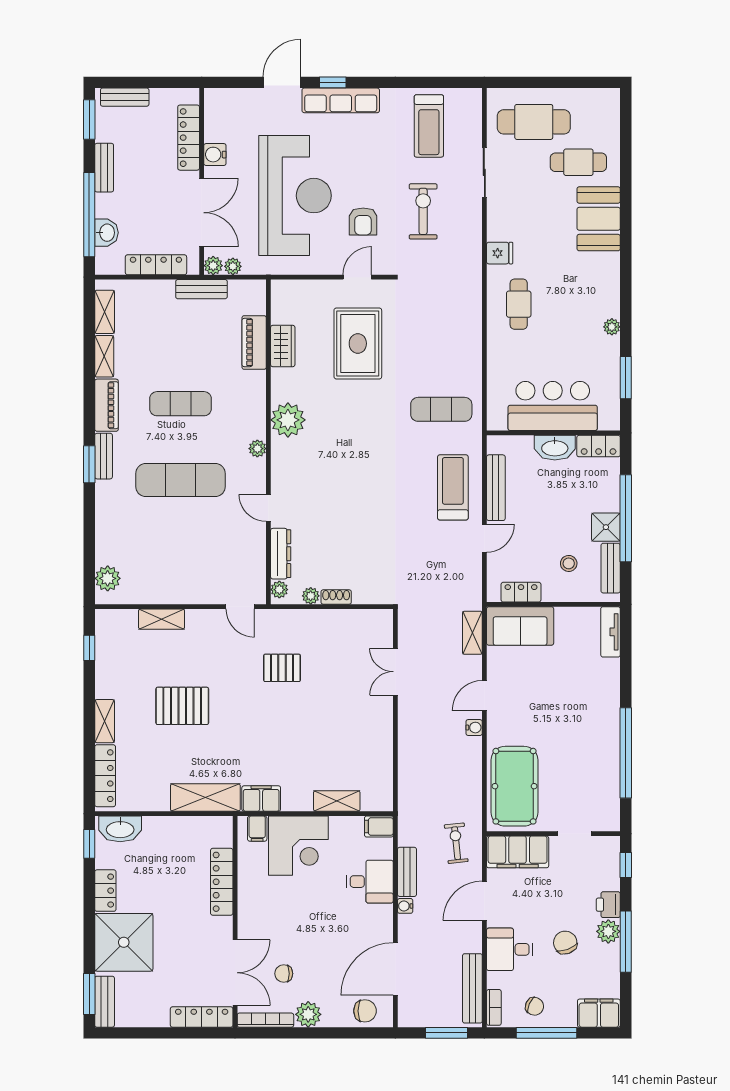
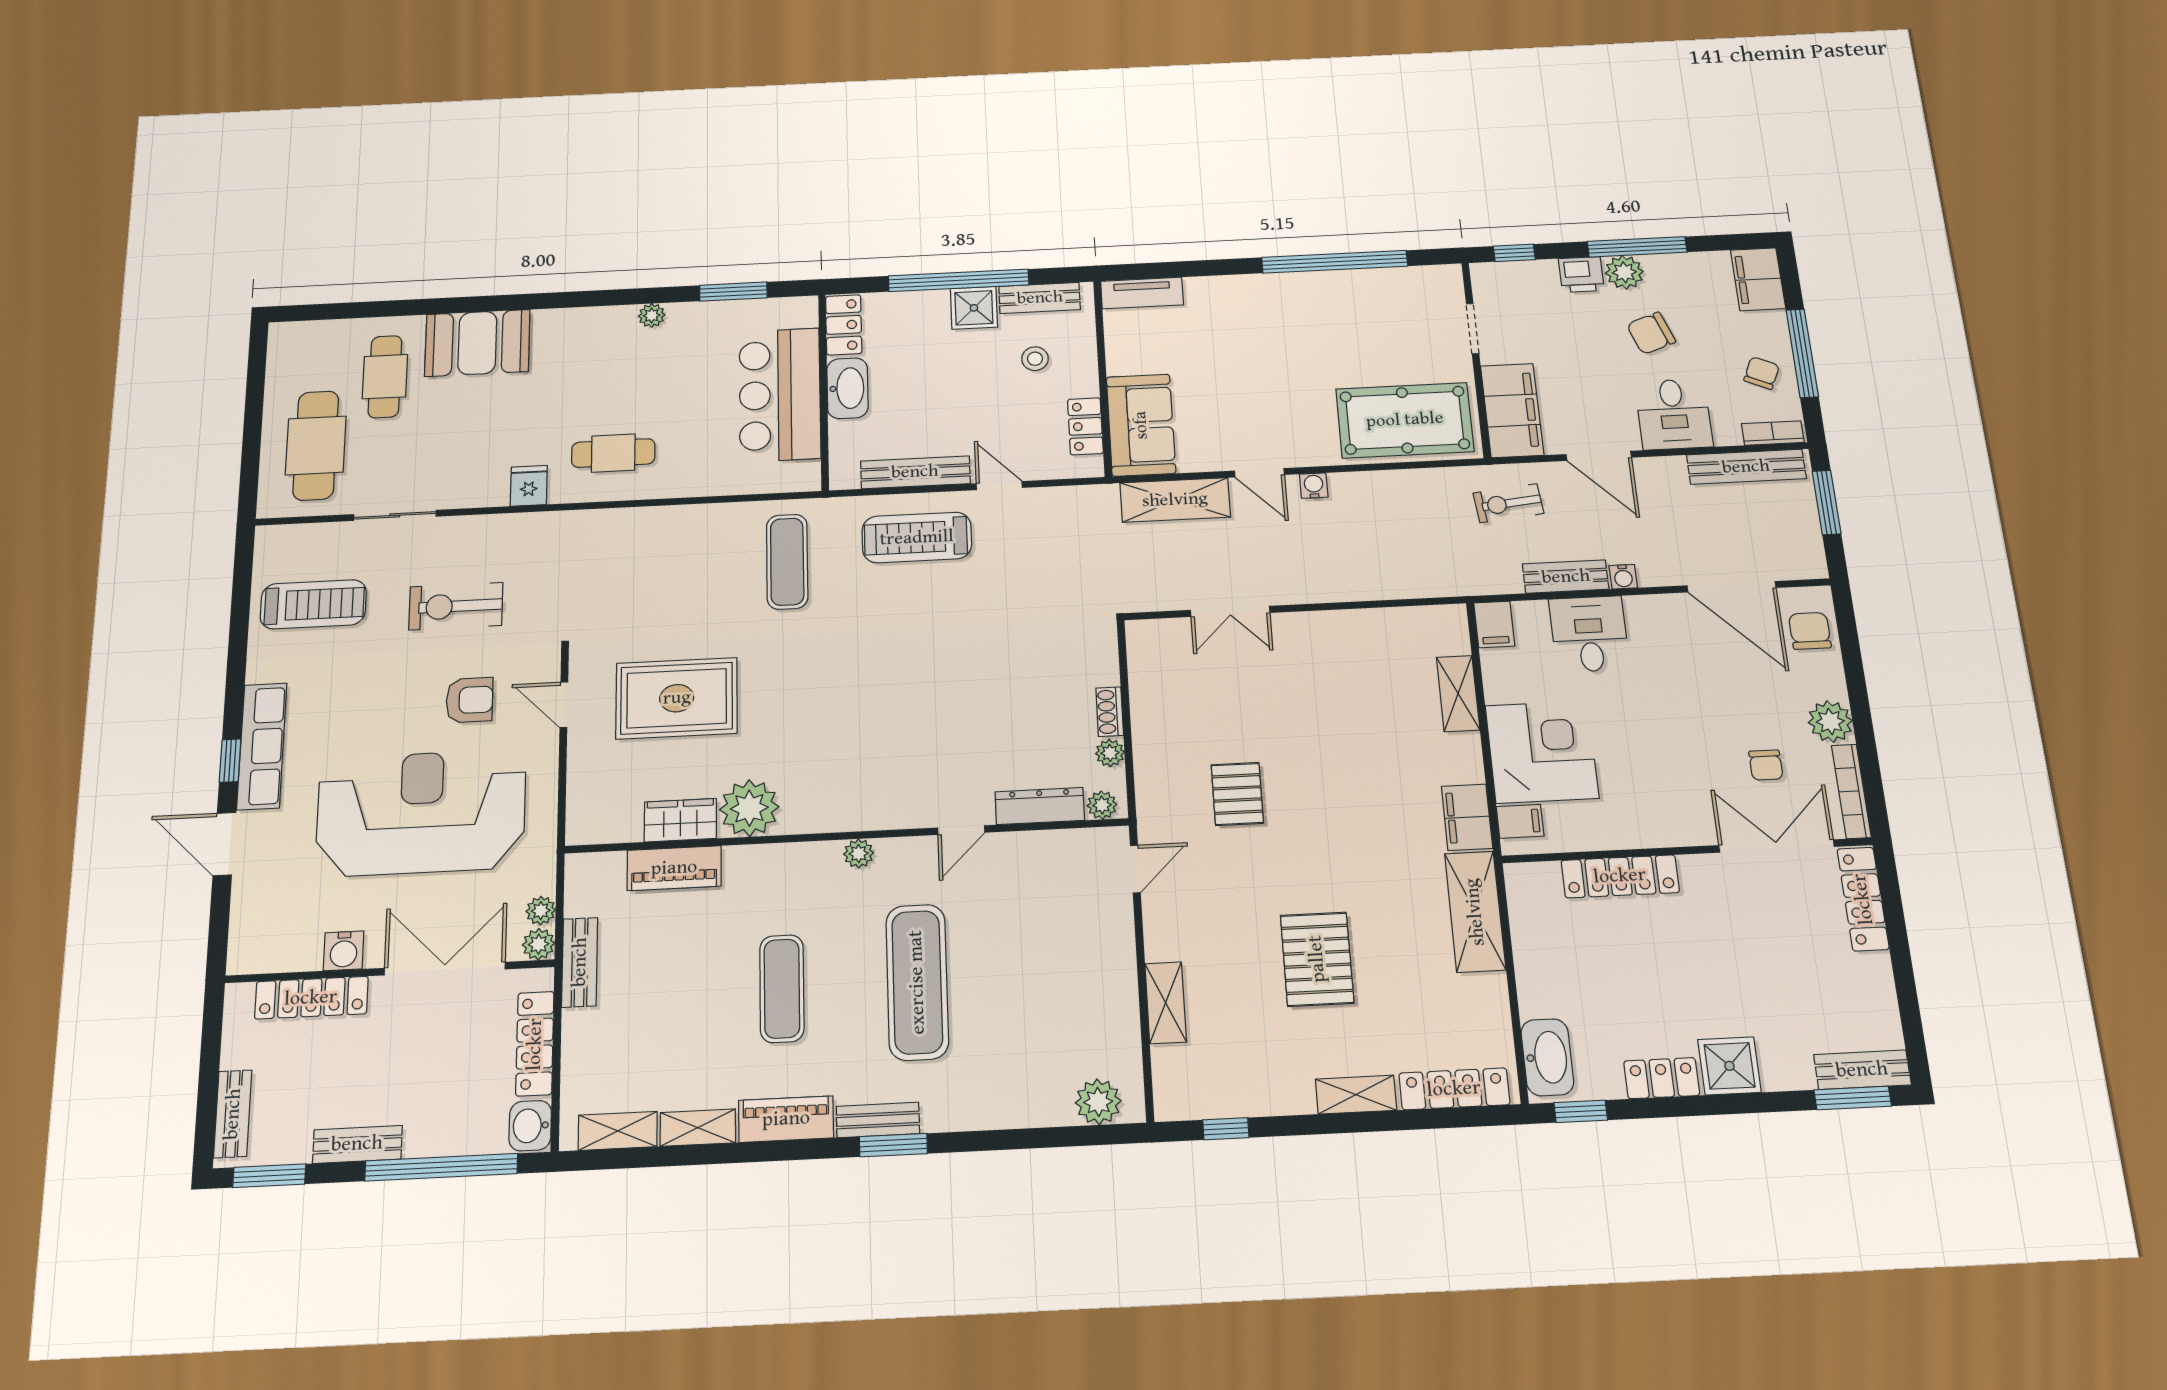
washbasin: (106, 233) -> (530, 1126), moved, turned -90
plant: (288, 420) -> (749, 808), moved
shelving: (472, 633) -> (1175, 500), width x1.50, depth x1.33
shower: (124, 942) -> (1729, 1066), width x0.54, depth x0.54

